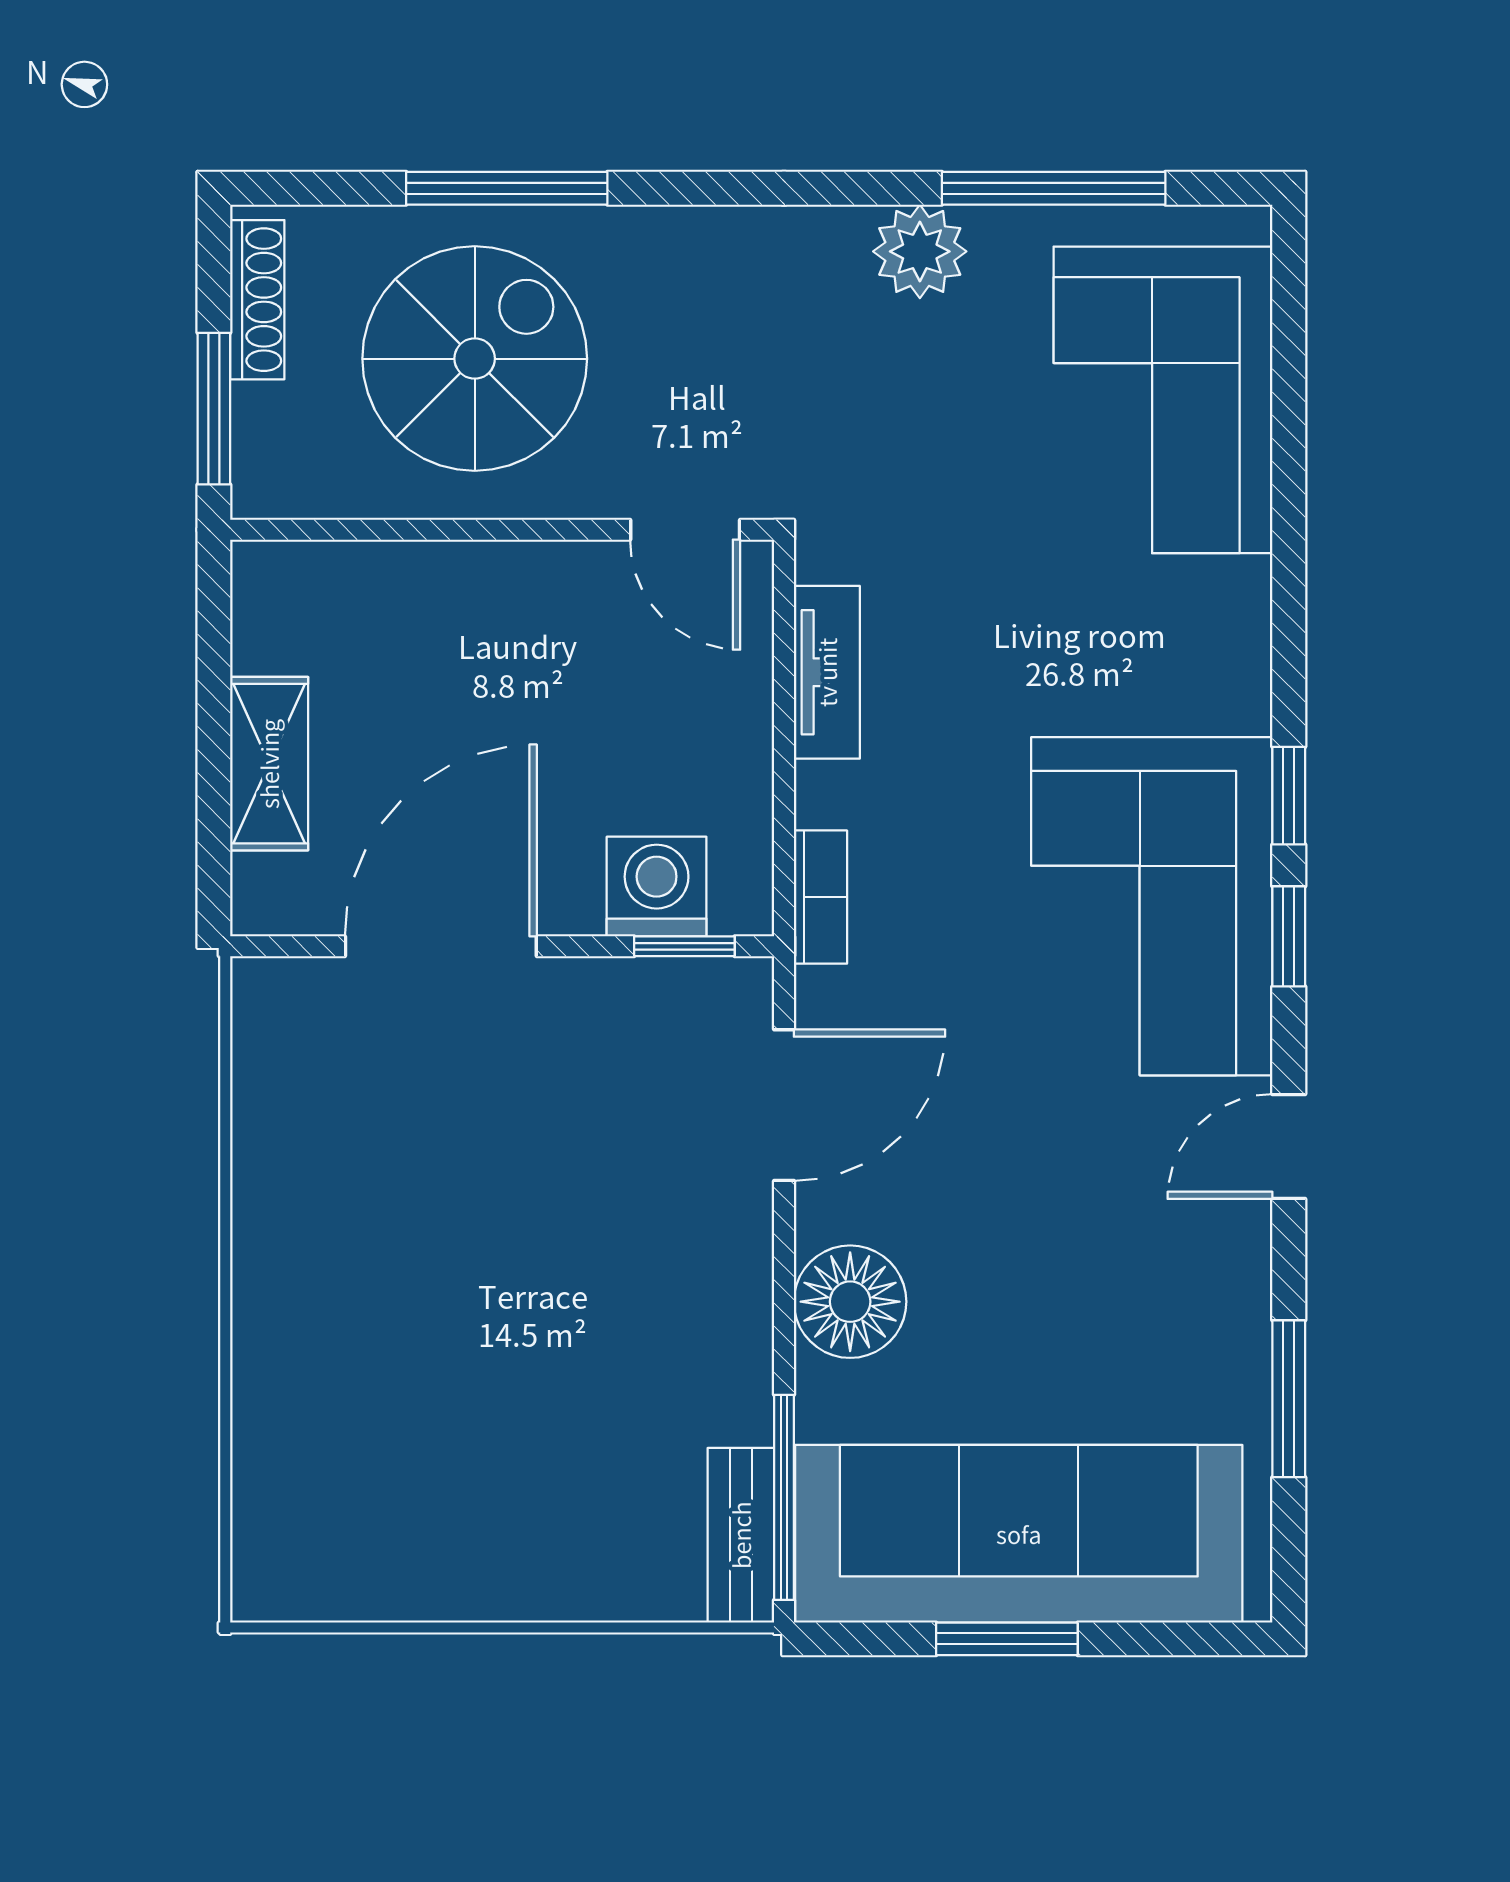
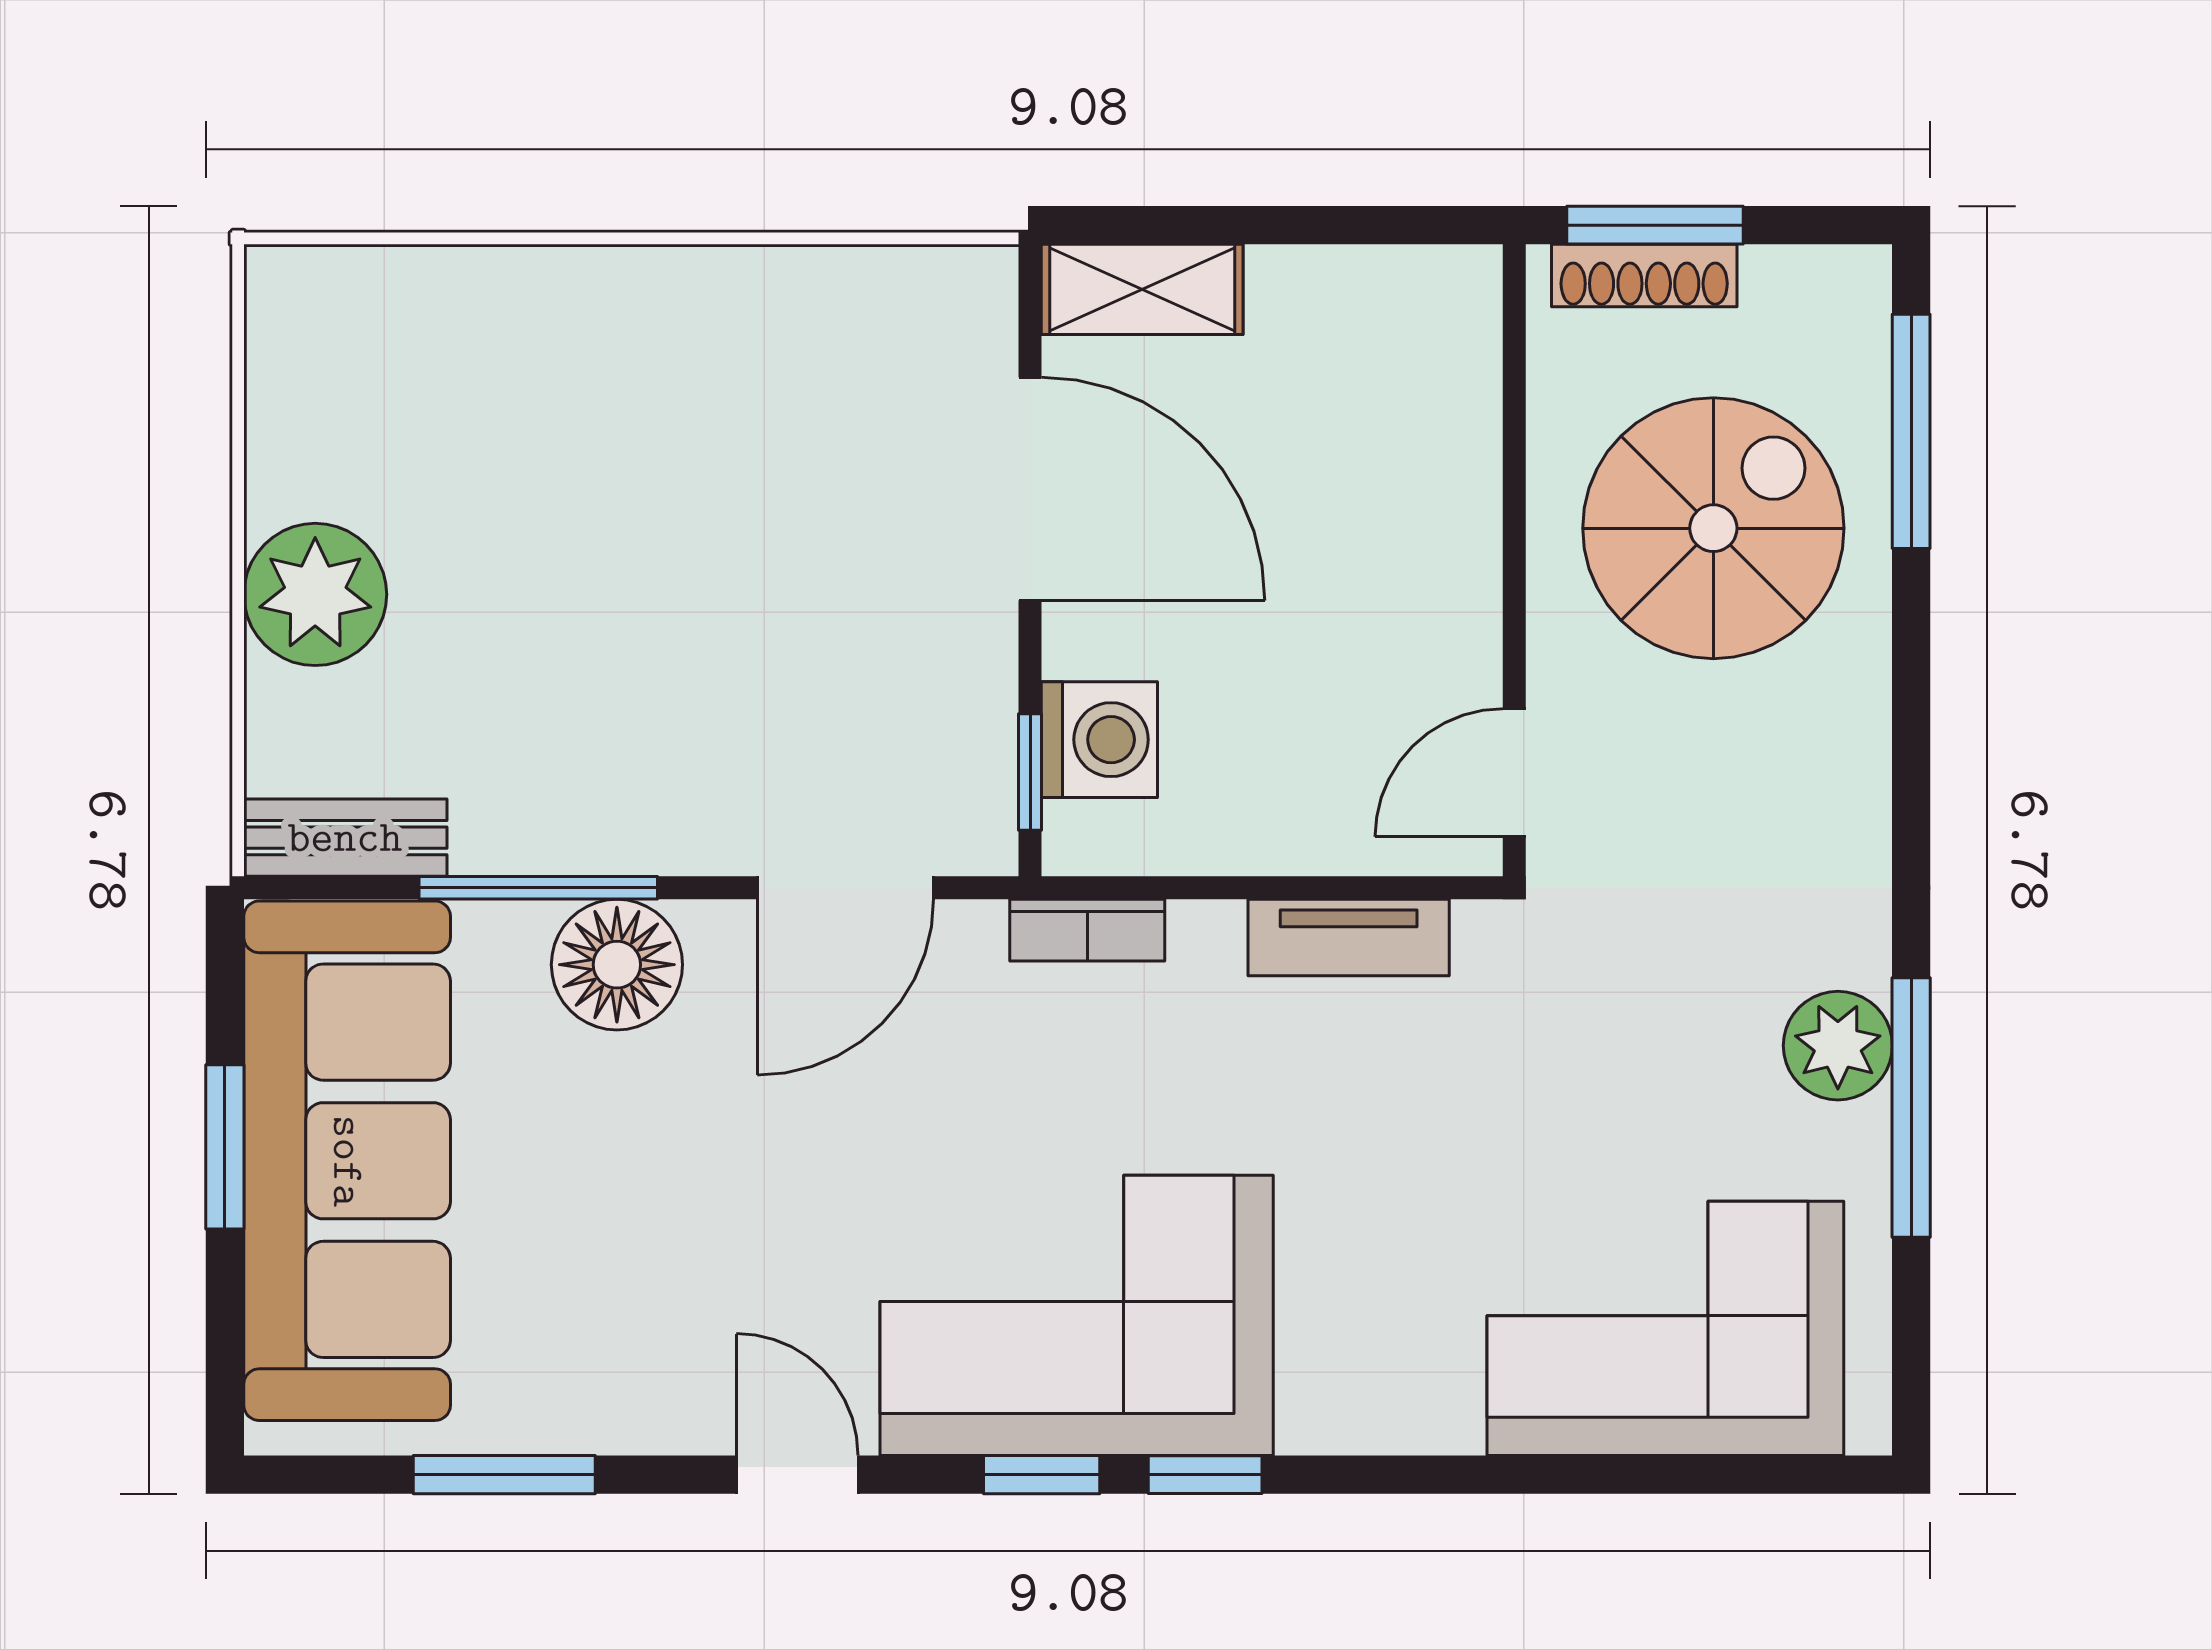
window: (507, 188) -> (1911, 431), moved
window: (1054, 188) -> (1911, 1108), moved
shoe rack: (257, 300) -> (1644, 276), moved
spiral stairs: (475, 359) -> (1713, 528), turned -90
shelving: (269, 764) -> (1142, 289), moved
door: (784, 1105) -> (845, 888), hinge flipped
window: (784, 1497) -> (538, 888), moved
plant: (532, 1561) -> (315, 594), added

